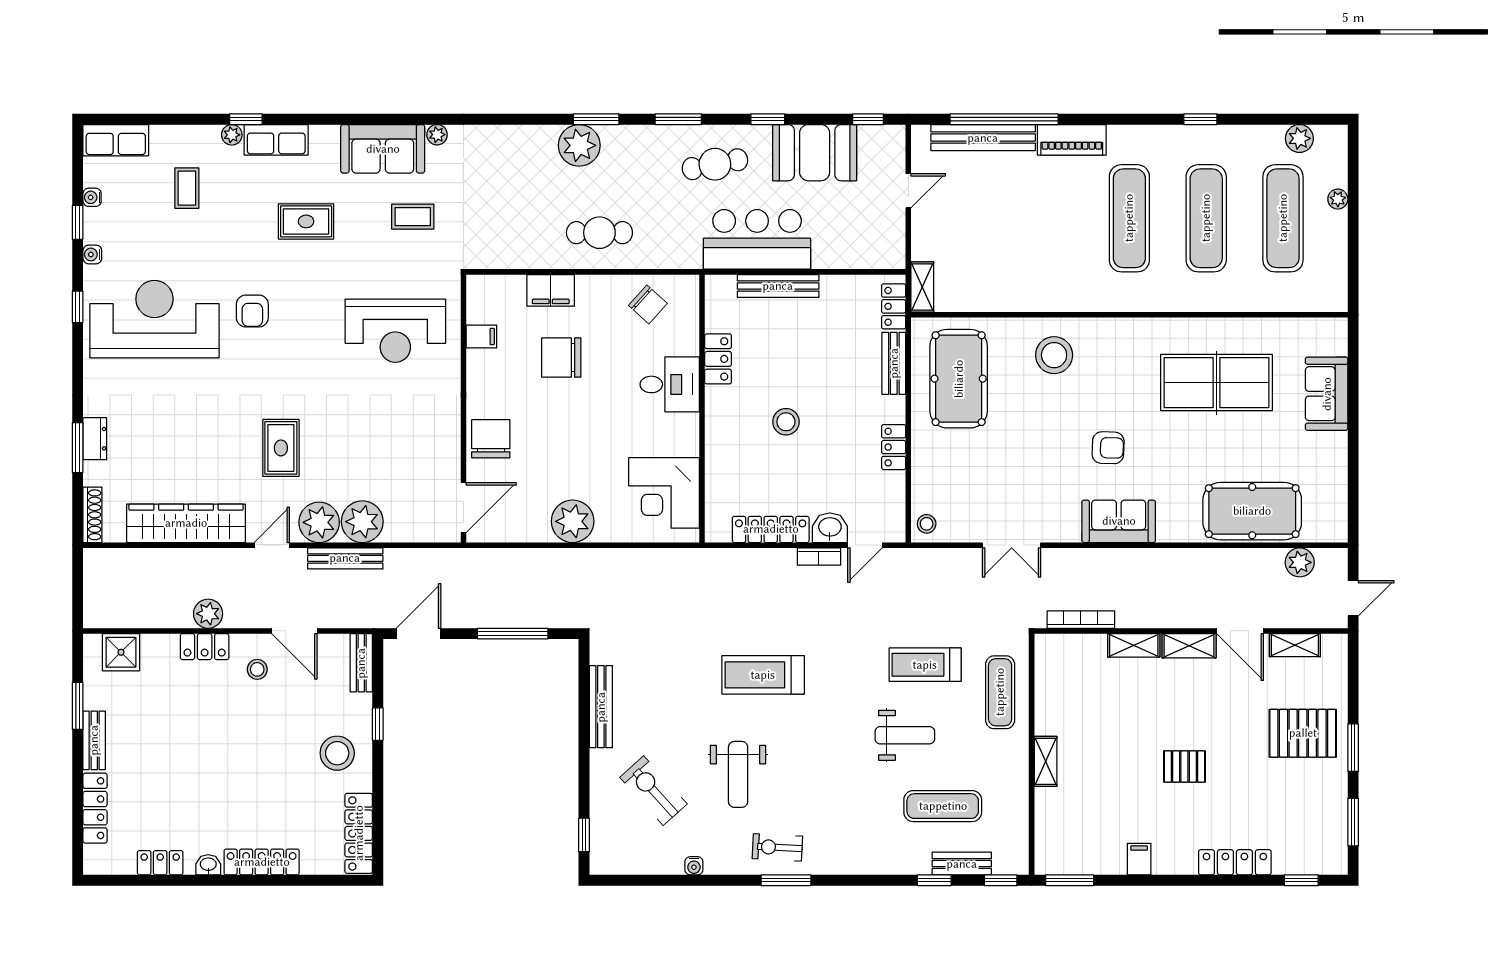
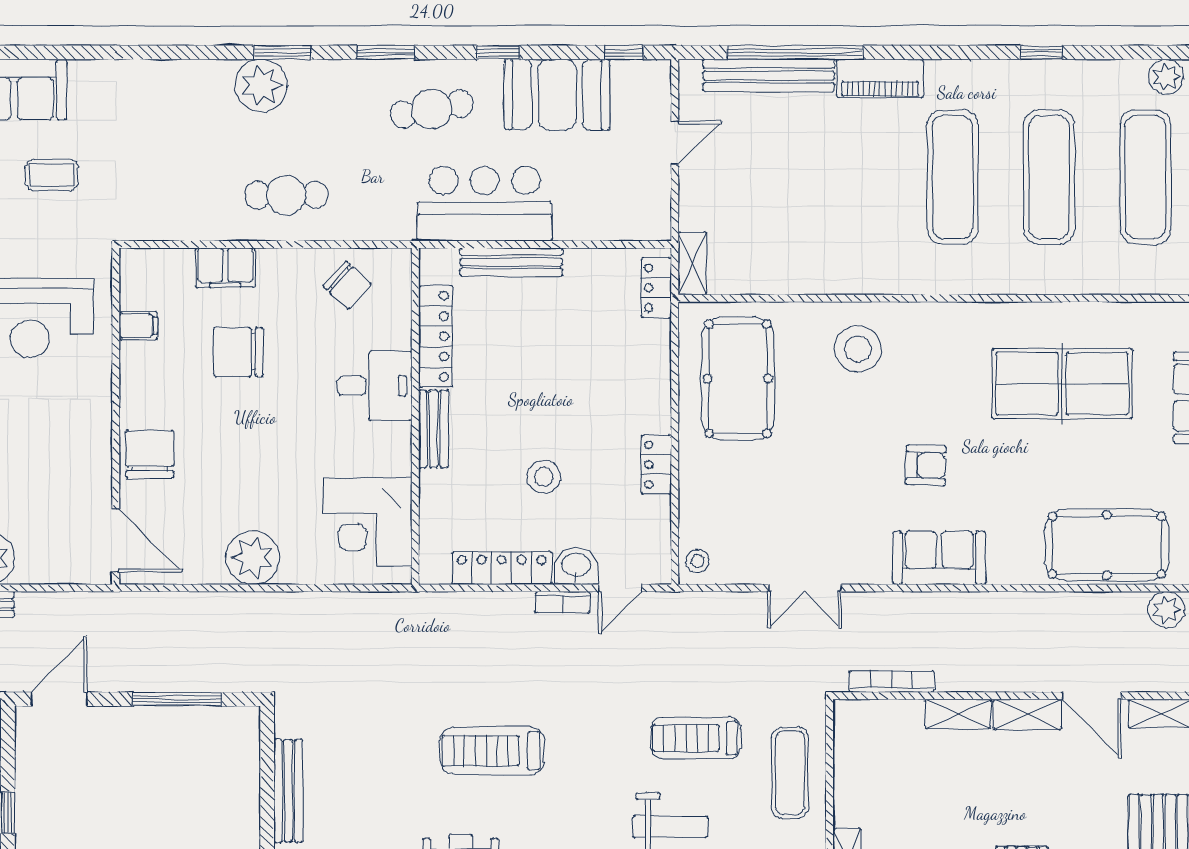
plant: (437, 135) -> (82, 72), removed
locker: (718, 359) -> (436, 336), width x1.53
bench: (894, 363) -> (434, 429), moved
stool: (786, 422) -> (544, 477), moved
door: (463, 508) -> (116, 541), hinge flipped

